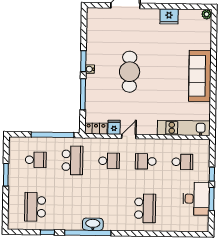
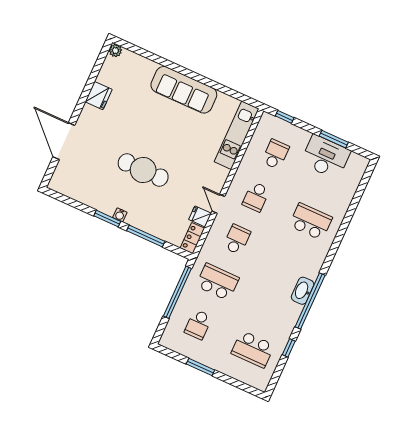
school desk: (36, 160) -> (198, 324), turned 180
window: (212, 174) -> (285, 117), moved

